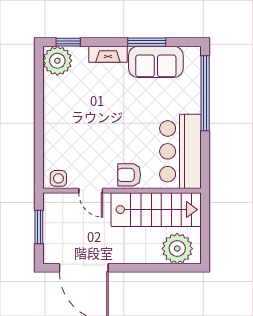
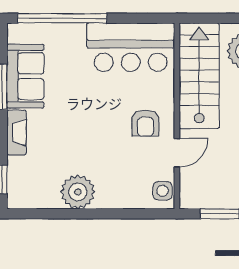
plant: (57, 61) -> (78, 192), moved
armchair: (129, 175) -> (145, 123), moved

